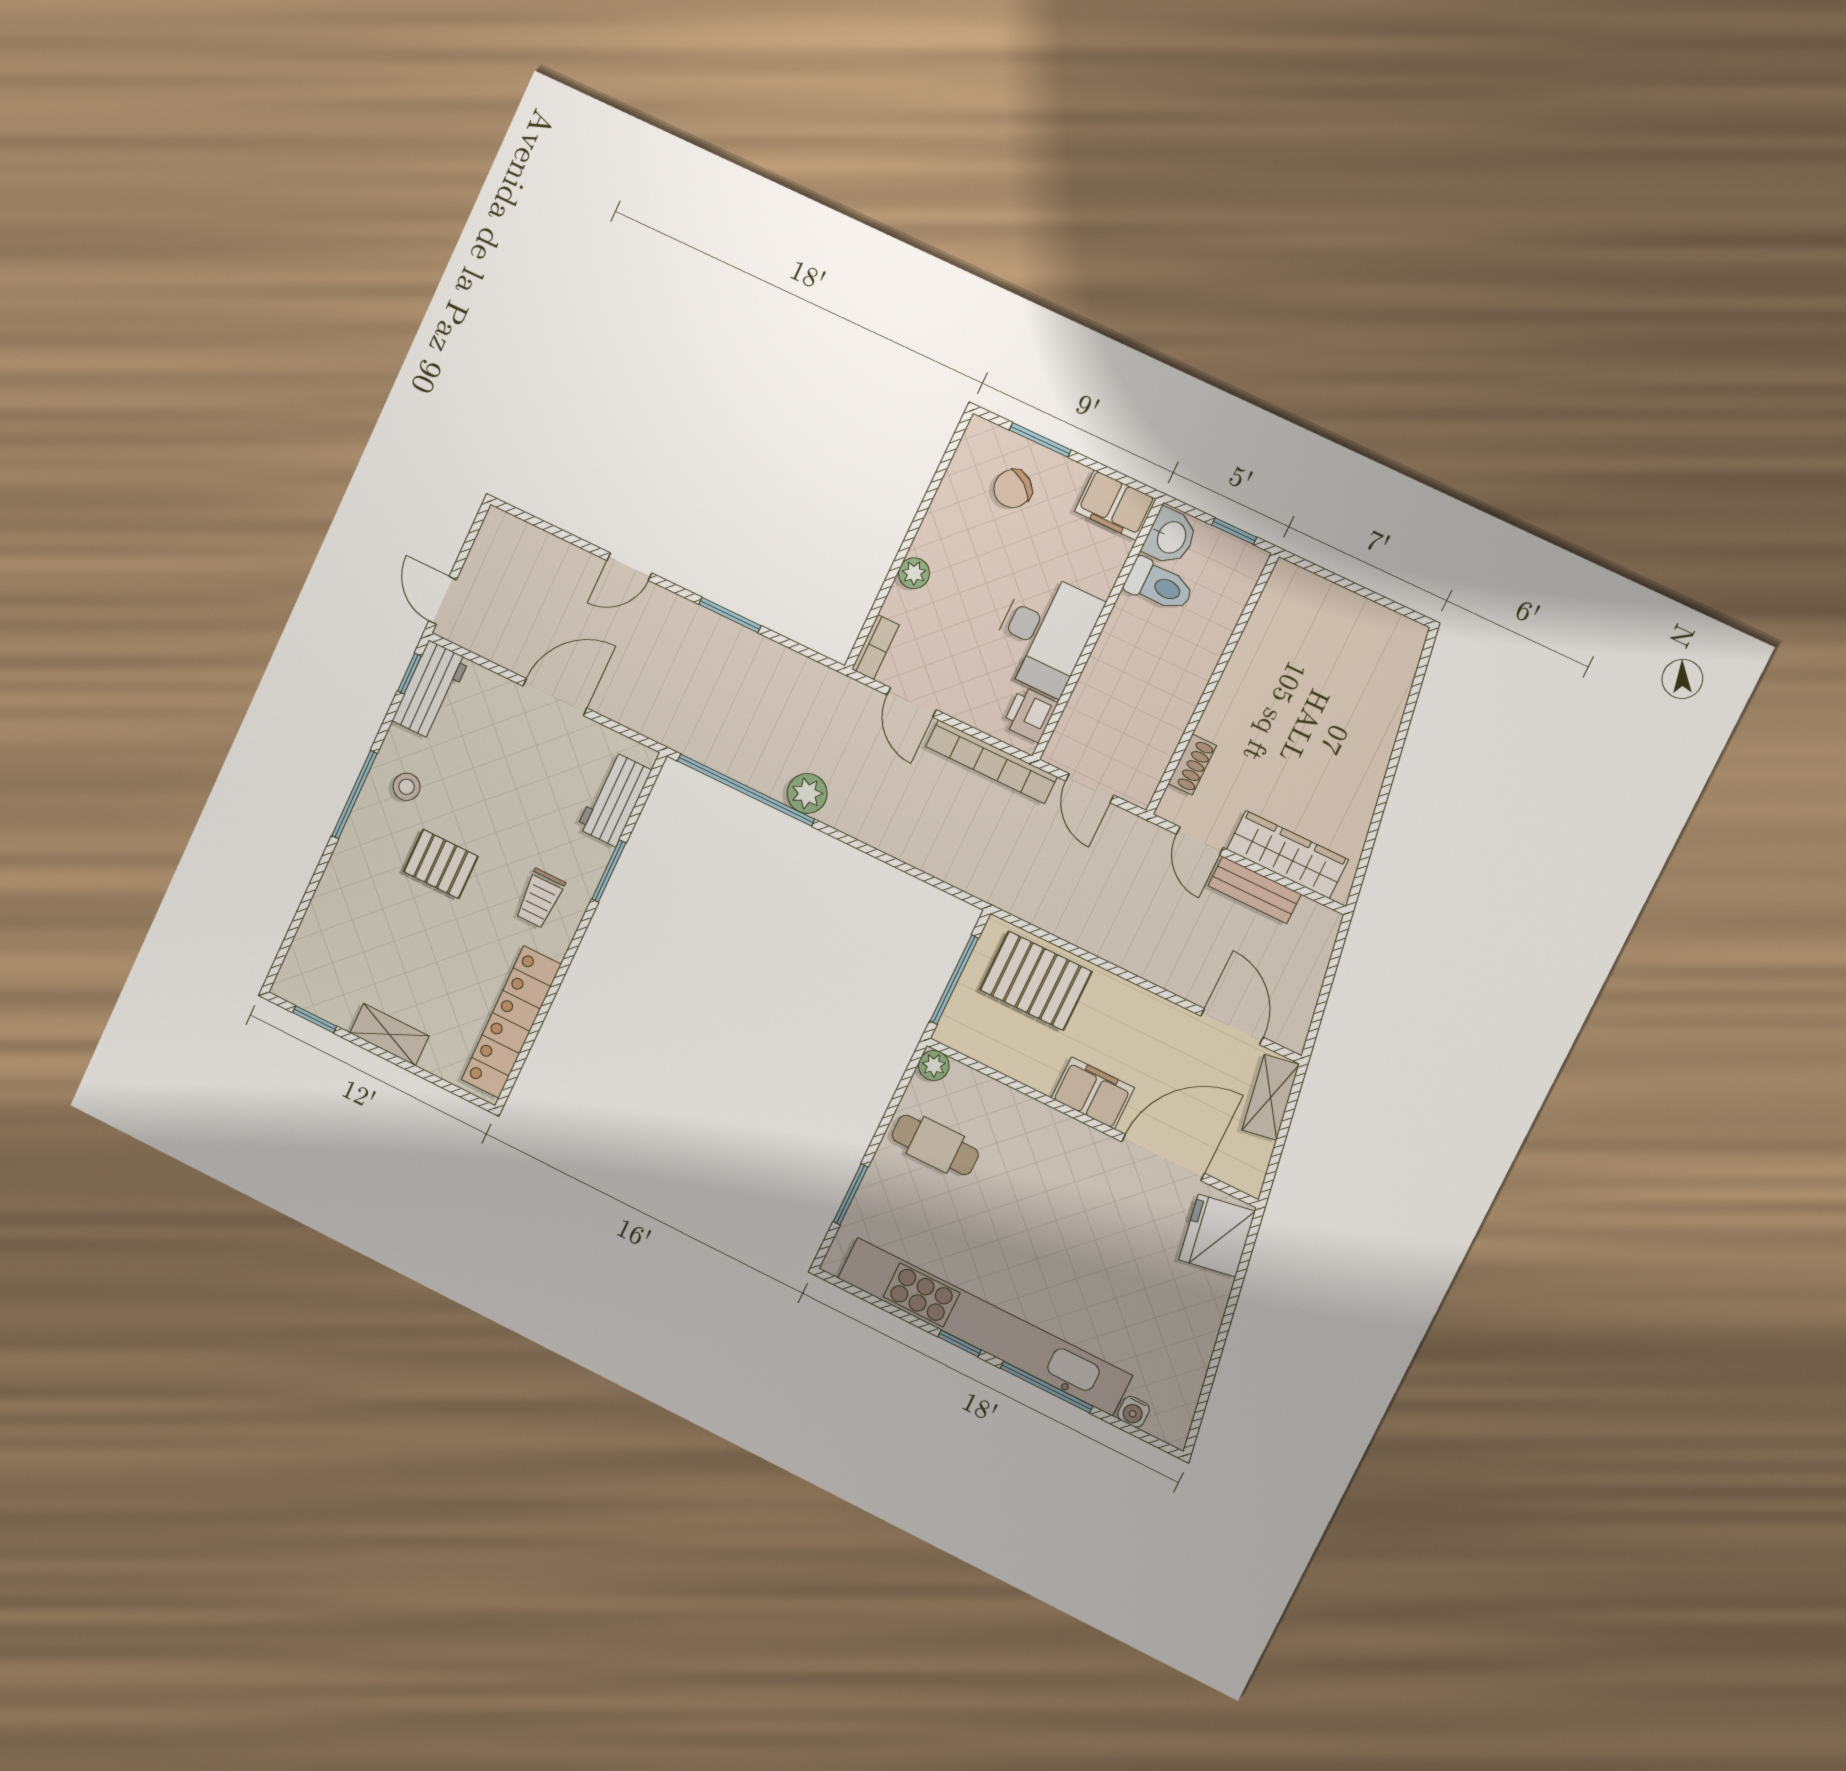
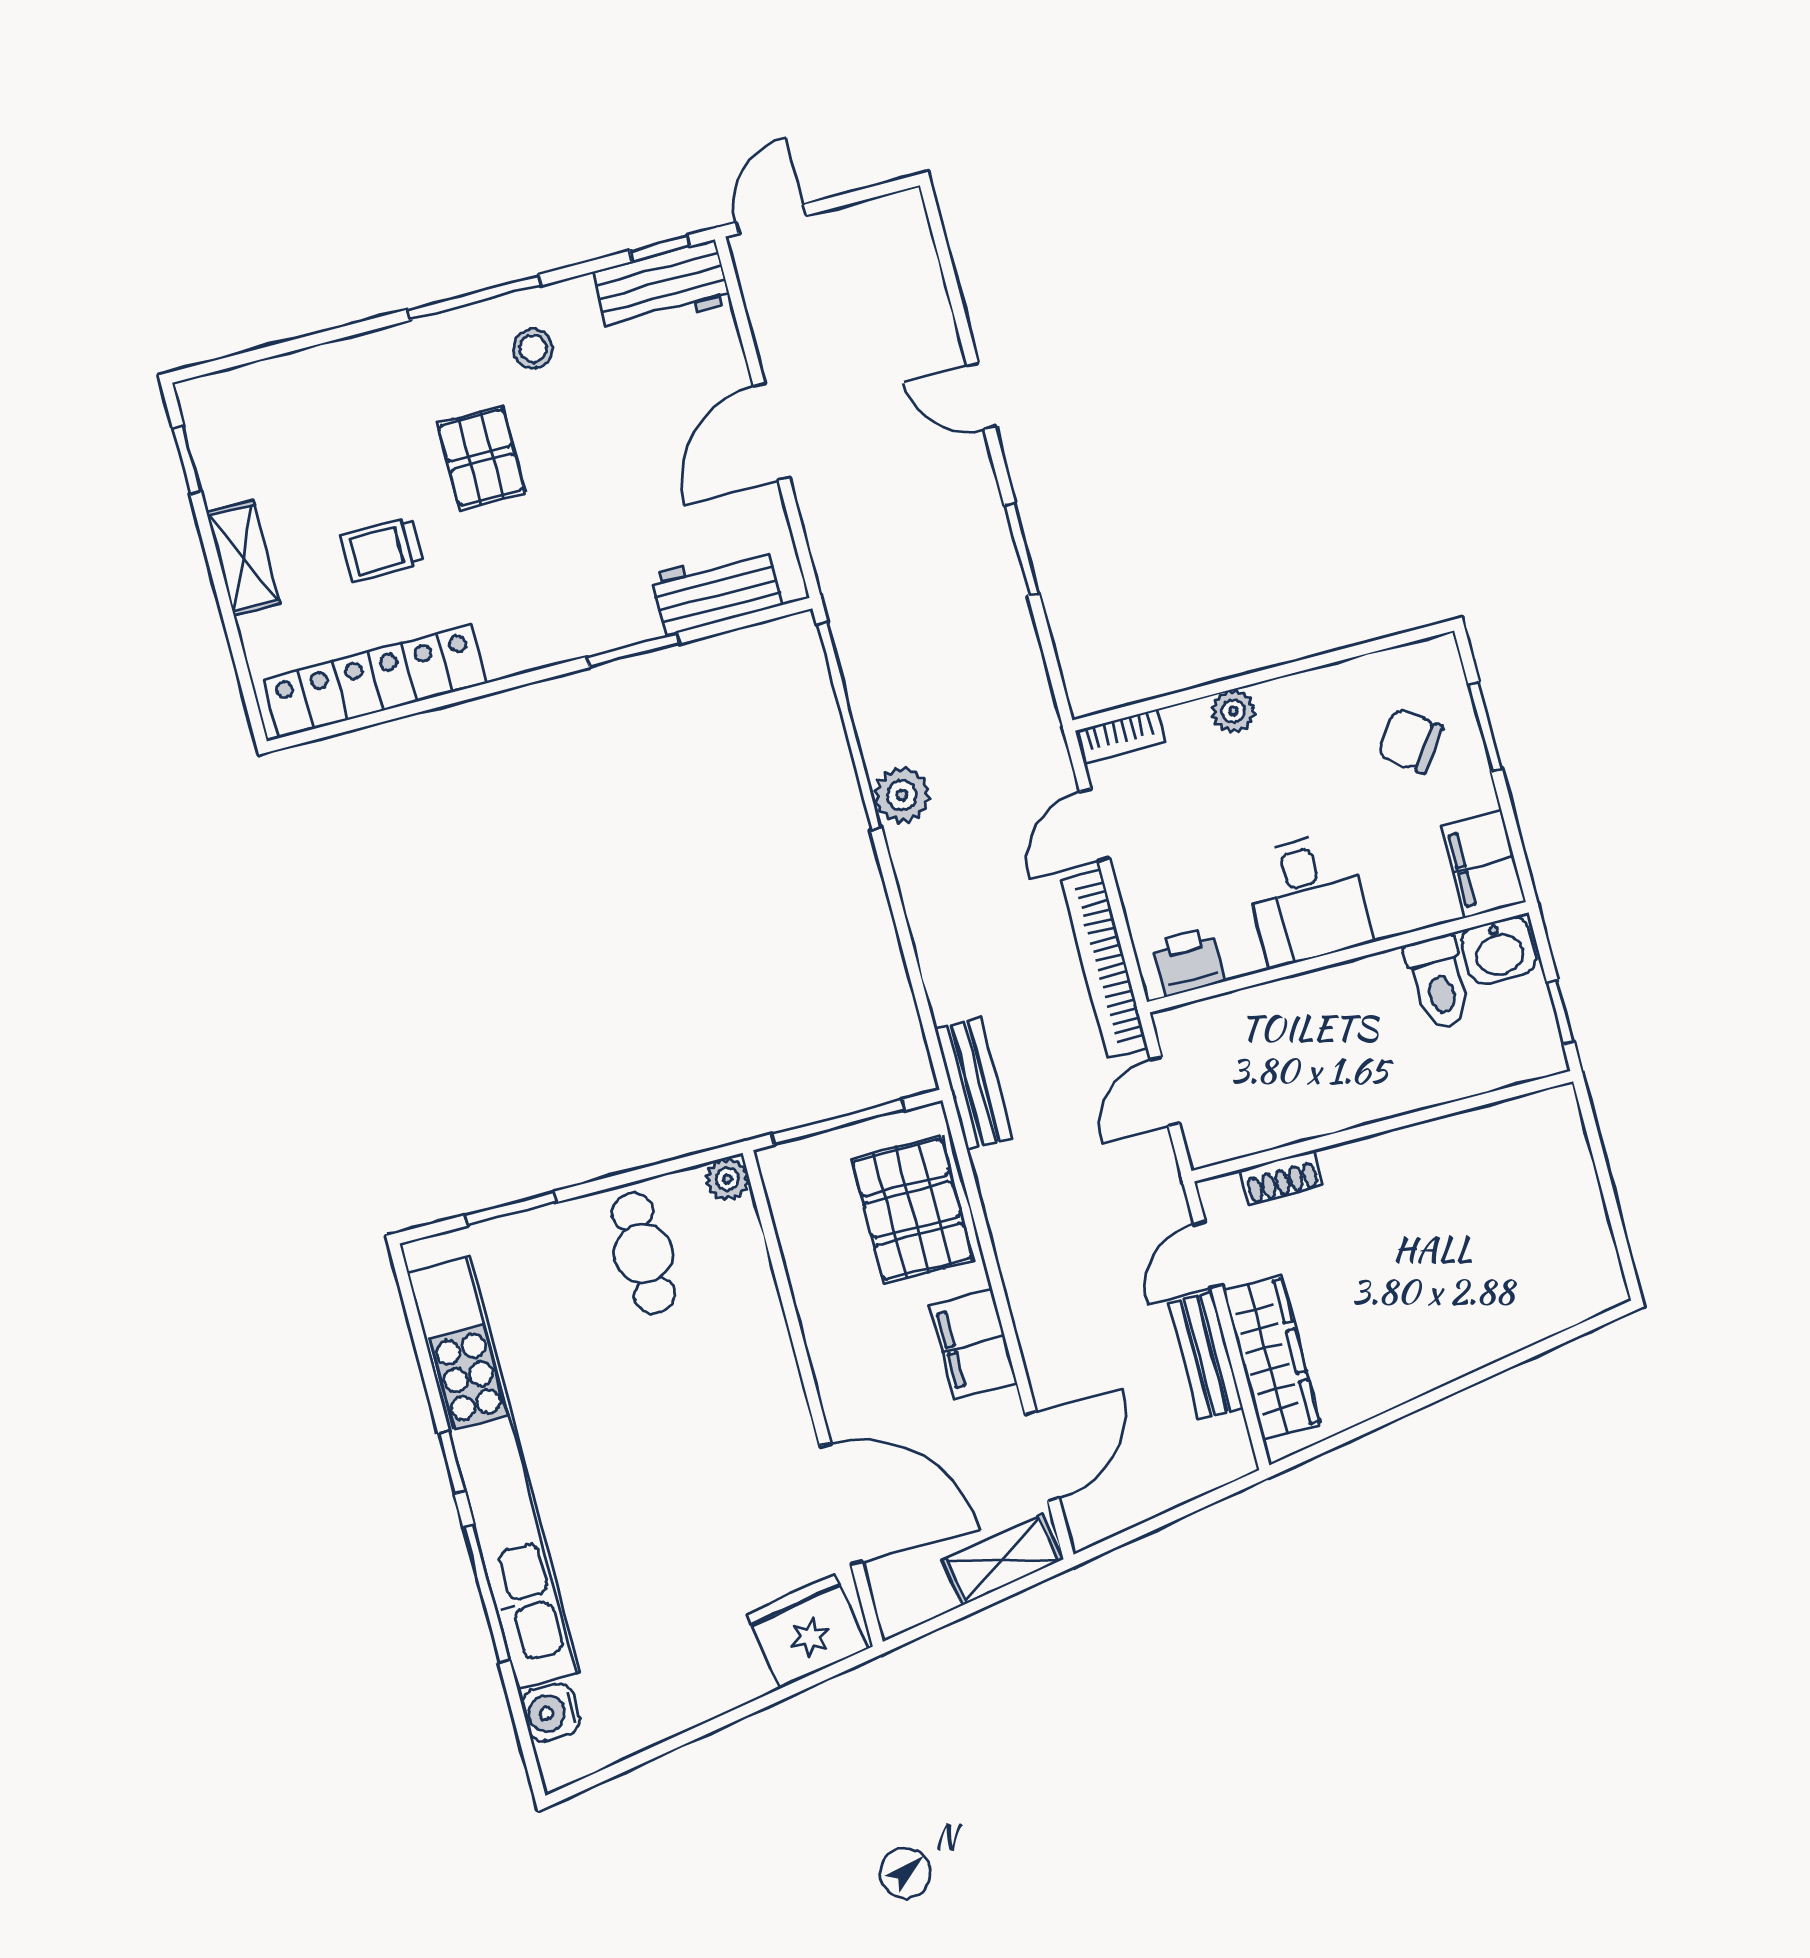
desk: (1045, 633) -> (1307, 899), width x0.73
door: (555, 697) -> (771, 432), swing flipped
bench: (996, 889) -> (974, 1084), added
trolley: (540, 898) -> (382, 550), moved
filing cabinet: (1093, 1093) -> (973, 1344), moved, turned 180
water cooler: (1134, 1412) -> (551, 1712), width x1.38, depth x1.38

